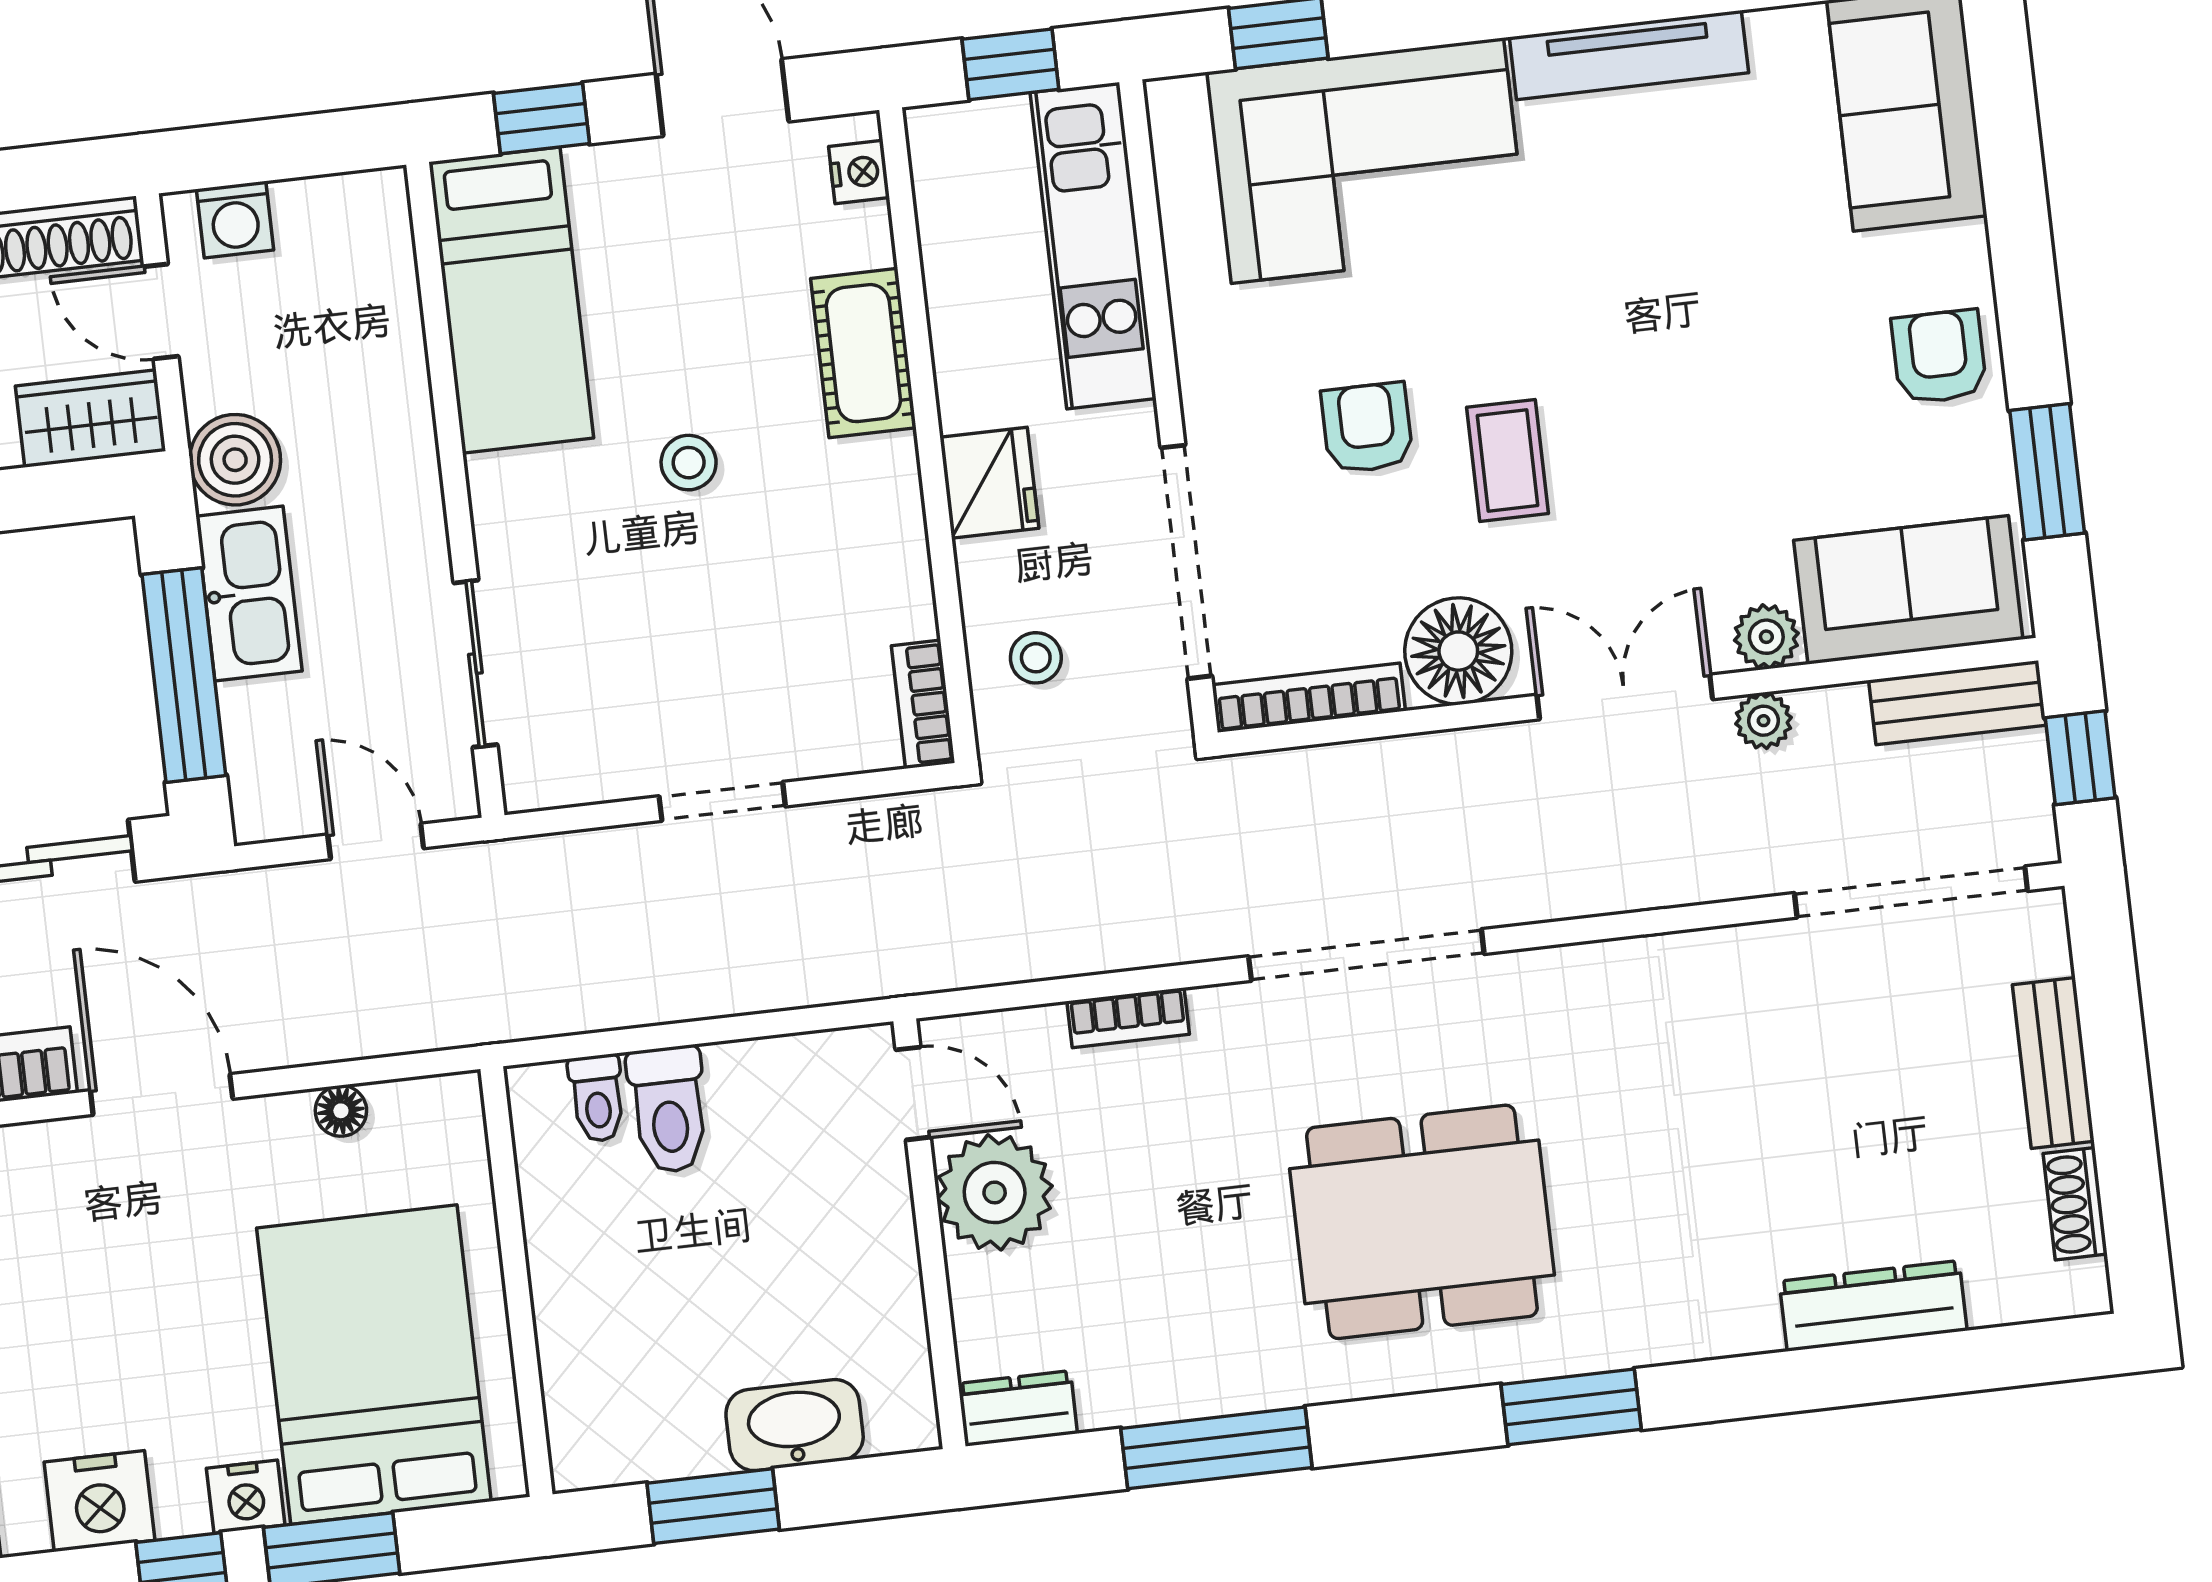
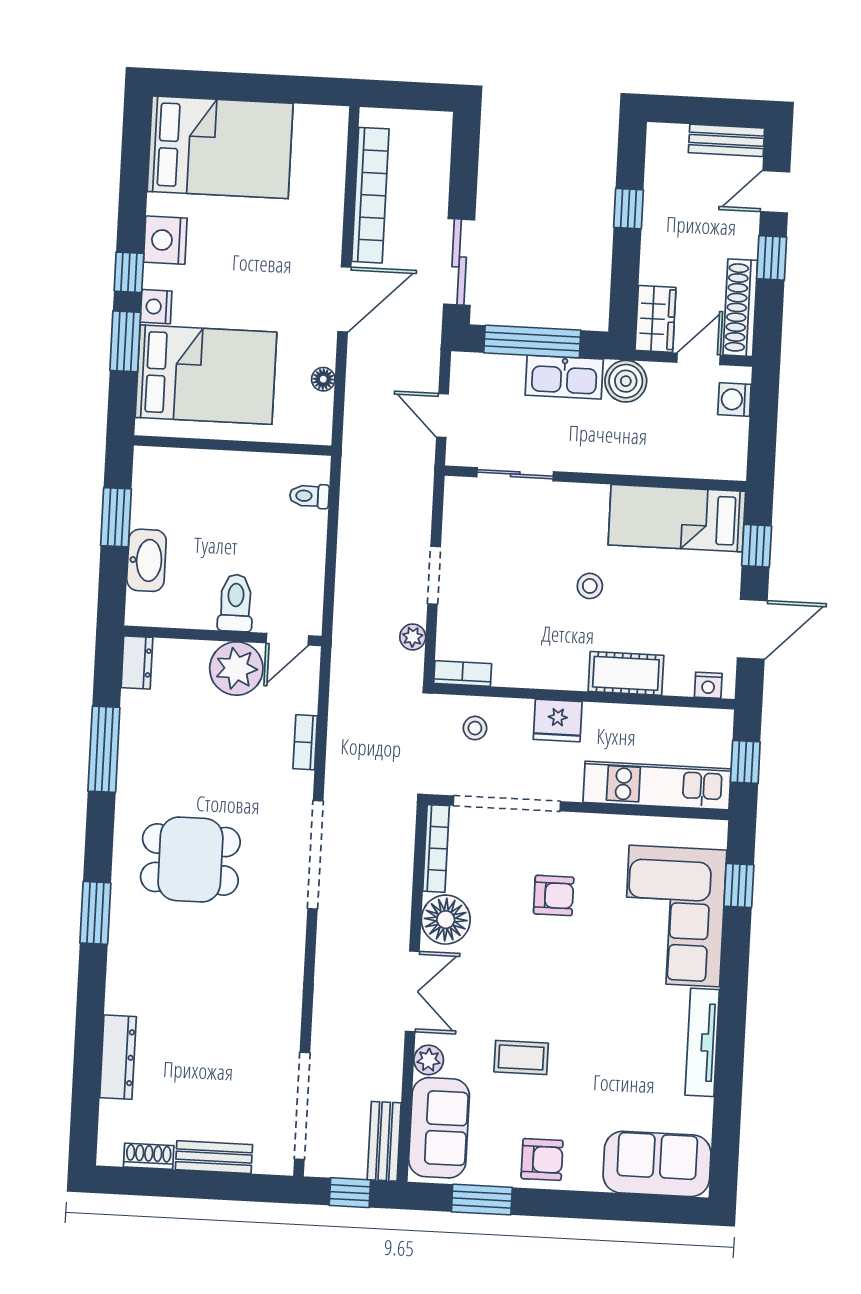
coffee table: (1508, 460) -> (521, 1057), moved
plant: (1764, 721) -> (413, 637), moved
door: (376, 841) -> (442, 416), swing flipped
toilet: (669, 1109) -> (236, 603), moved, turned 90
dining table: (1422, 1222) -> (190, 860), width x0.73

